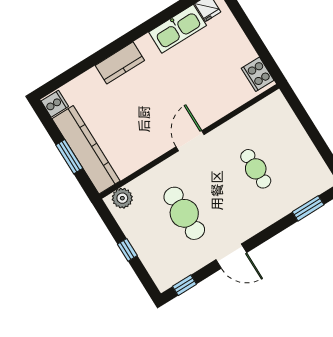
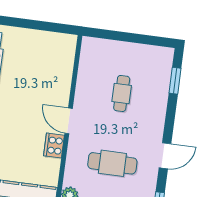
cooker: (258, 74) -> (54, 145), moved, turned 90
cafe table: (256, 169) -> (122, 93), turned 90

